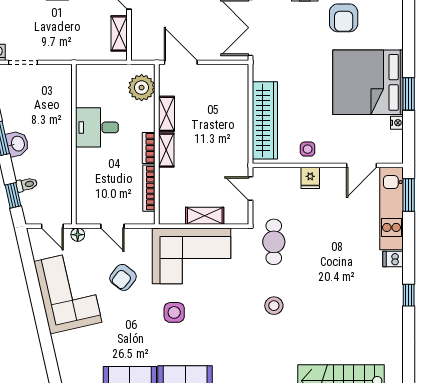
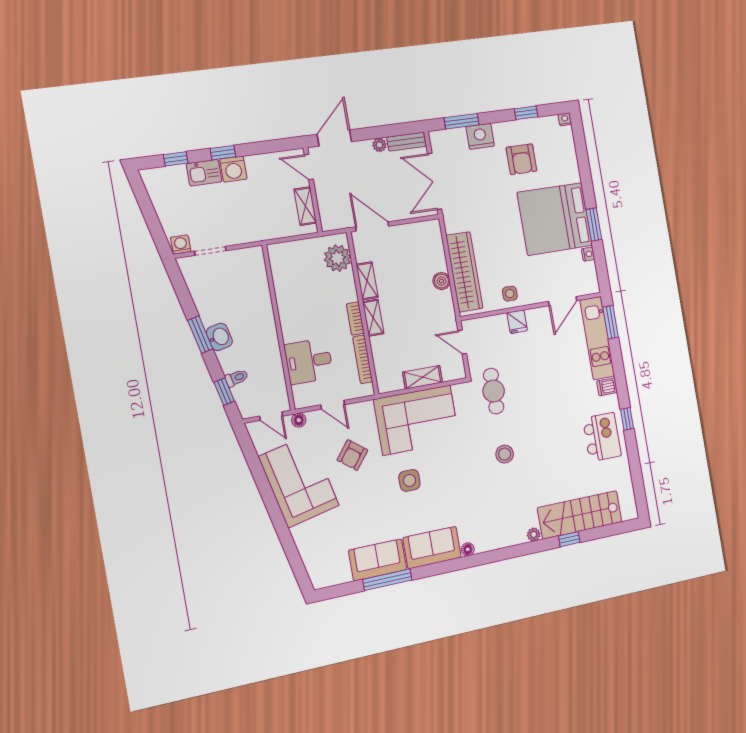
boiler: (240, 126) -> (441, 281), added
desk: (97, 127) -> (309, 361), moved
kitchen island: (379, 308) -> (602, 437), added

